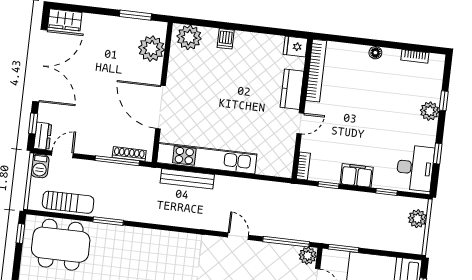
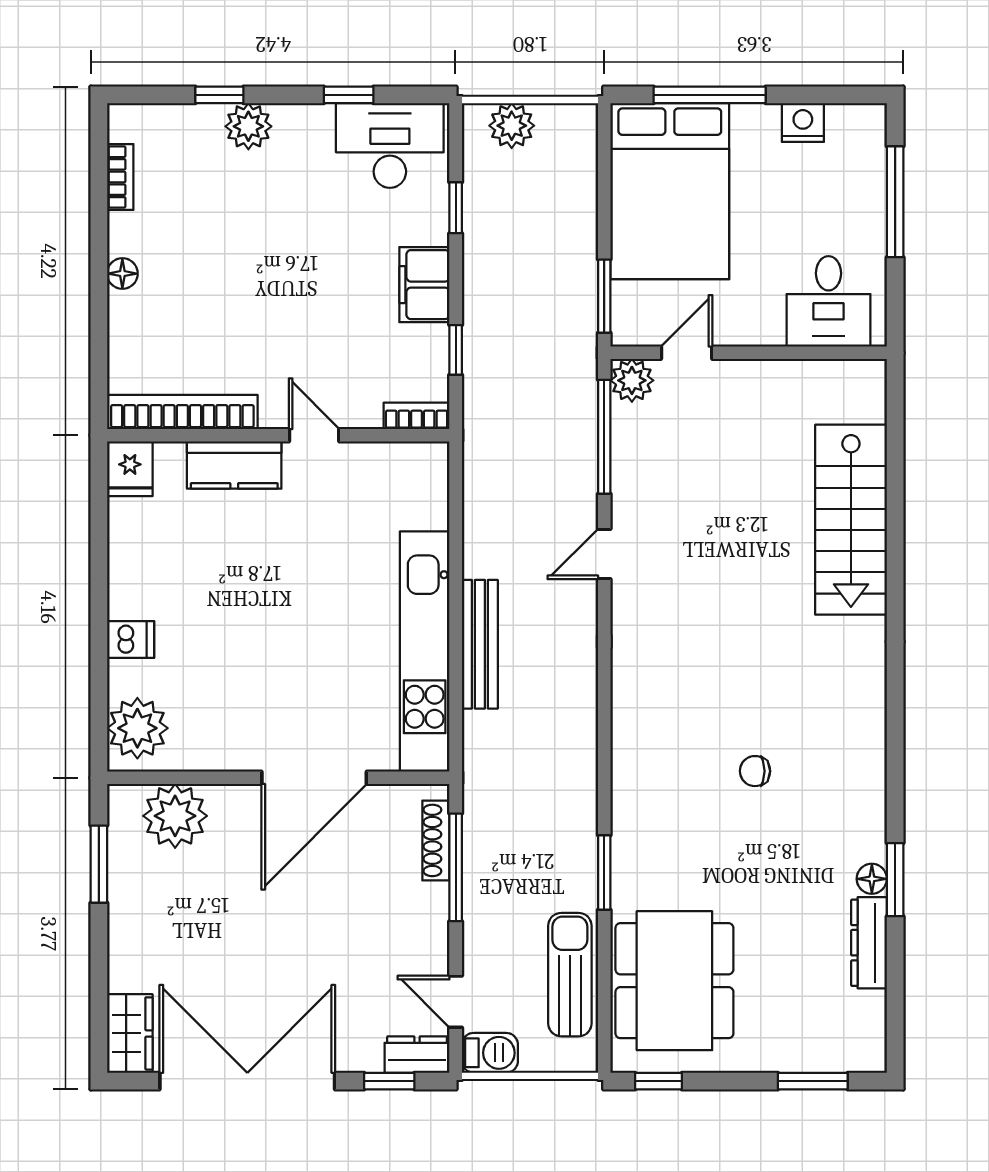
bench: (187, 179) -> (480, 644), moved

